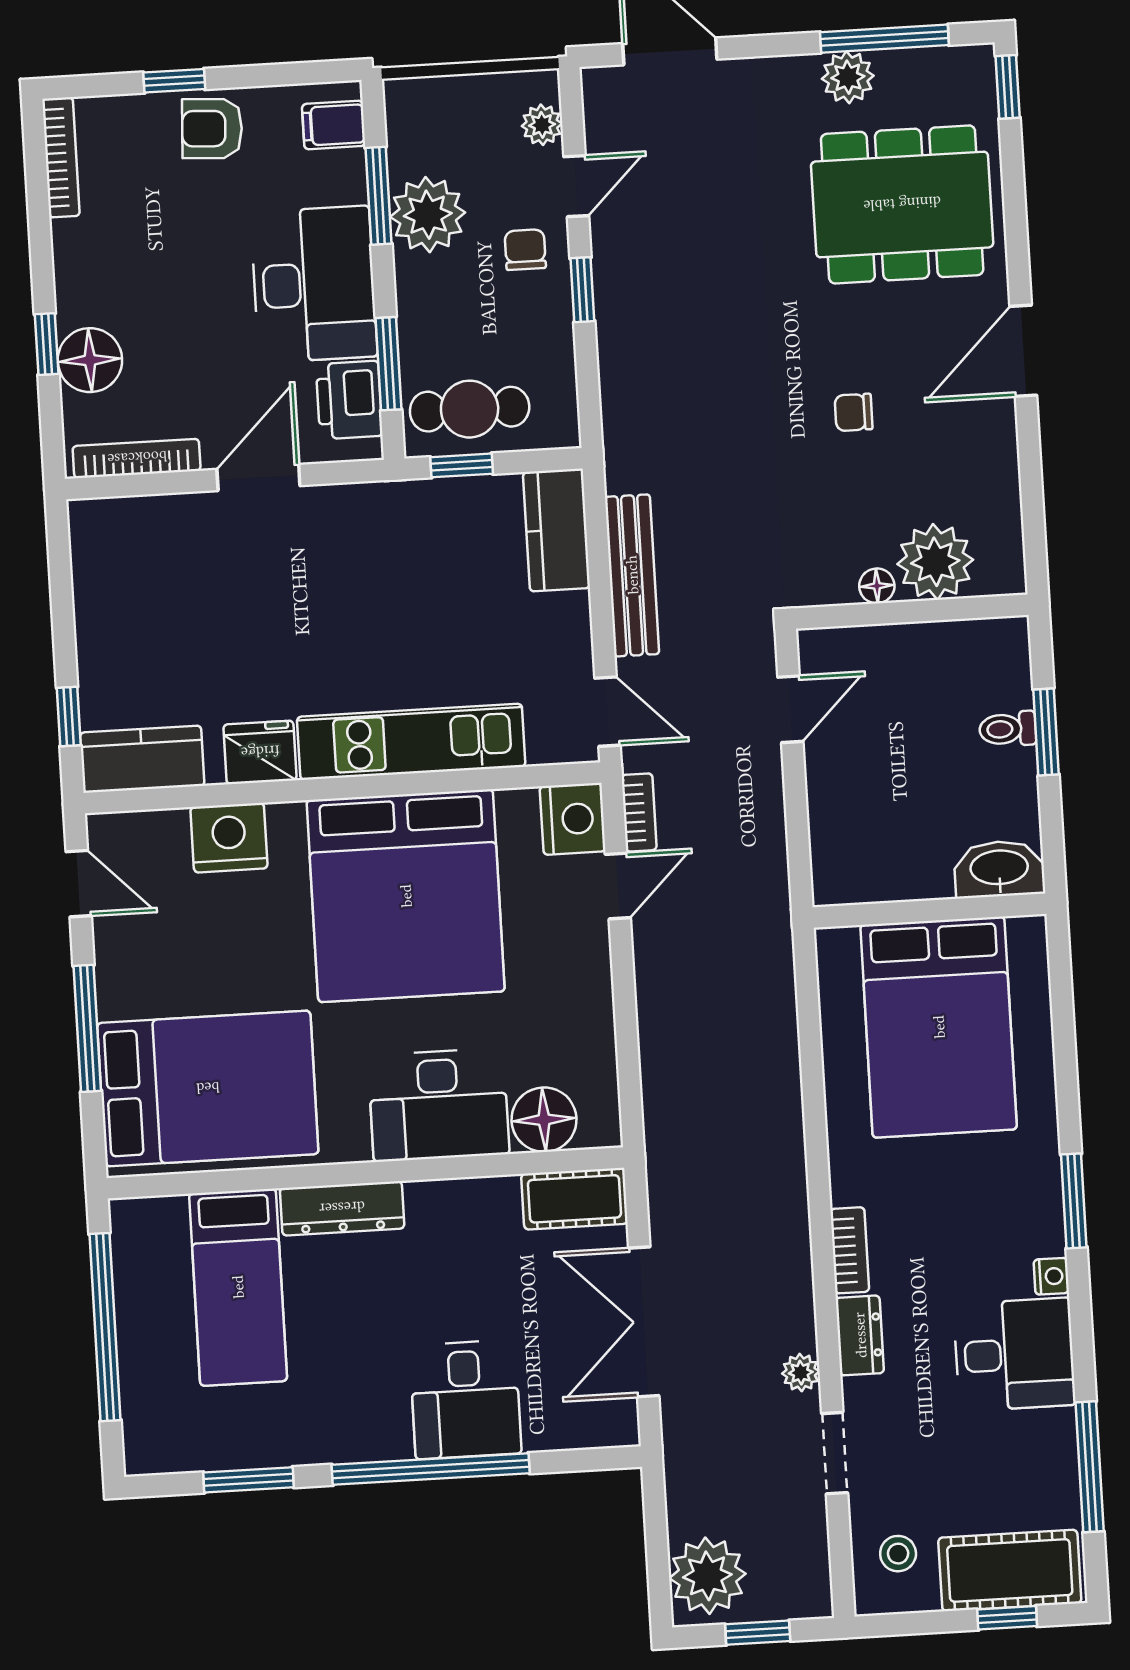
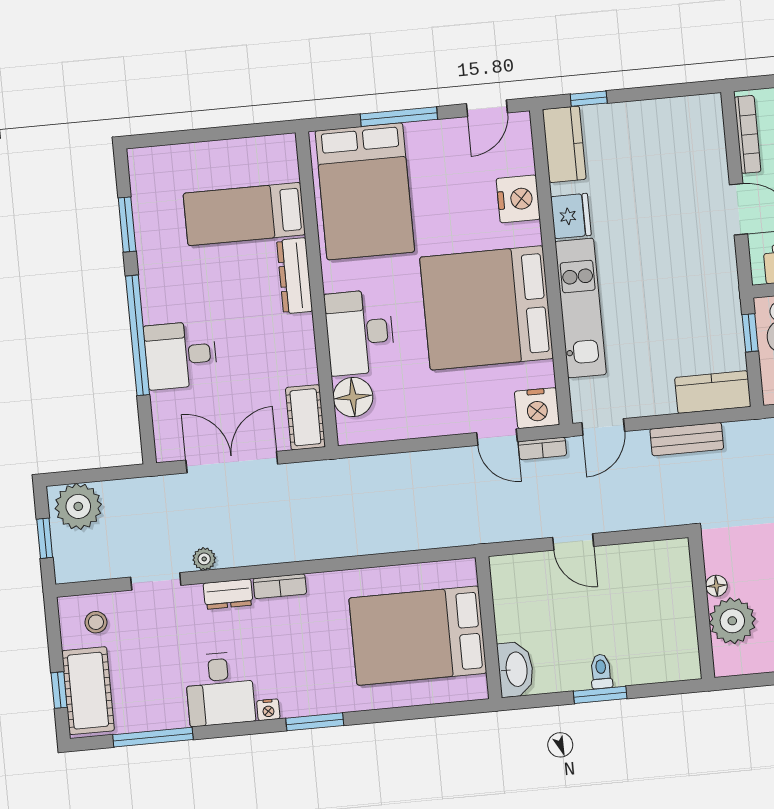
plant: (935, 562) -> (732, 621), moved
bench: (632, 575) -> (687, 439), width x0.73
floor lamp: (877, 586) -> (716, 586), moved
wall: (912, 612) -> (701, 608), moved
door: (790, 709) -> (573, 542), moved
window: (105, 1327) -> (217, 134), removed

